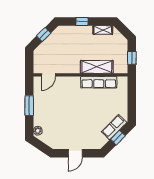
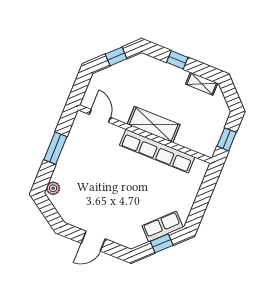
shelving: (97, 67) -> (154, 124), moved
door: (48, 75) -> (100, 116), swing flipped
row of seats: (99, 82) -> (157, 151), width x1.36

